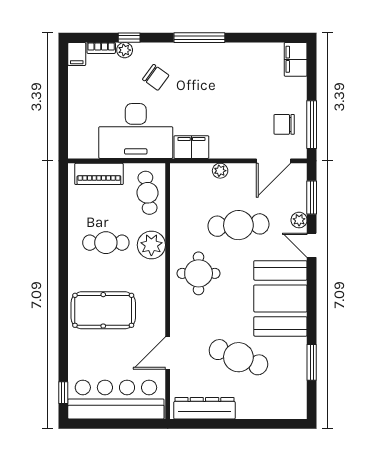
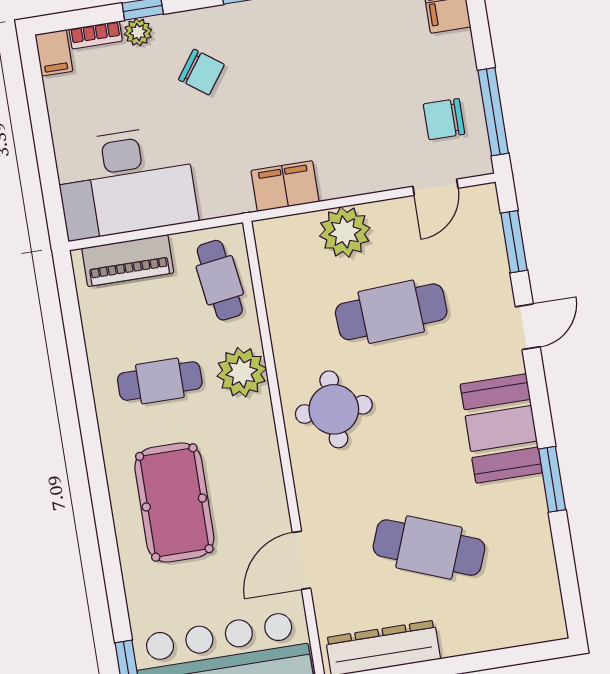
desk: (136, 131) -> (126, 182), moved
door: (274, 161) -> (435, 187), width x0.73
plant: (220, 171) -> (345, 232), width x1.87, depth x1.87
plant: (299, 220) -> (498, 286), removed
door: (312, 245) -> (528, 327), swing flipped
booth: (280, 298) -> (501, 428), width x0.73, depth x0.70
pool table: (103, 310) -> (174, 502), turned 90
window: (312, 362) -> (552, 479), moved

